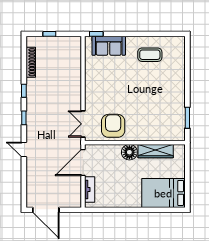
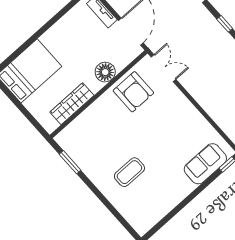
coffee table: (150, 55) -> (129, 172), moved
floor lamp: (129, 152) -> (105, 72), moved

